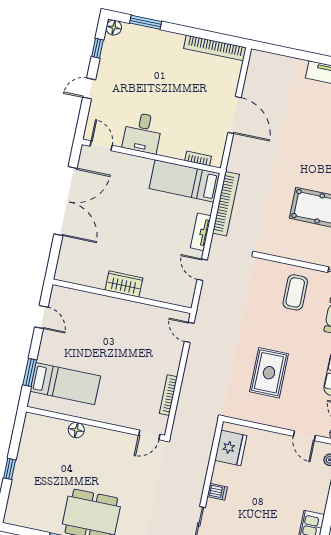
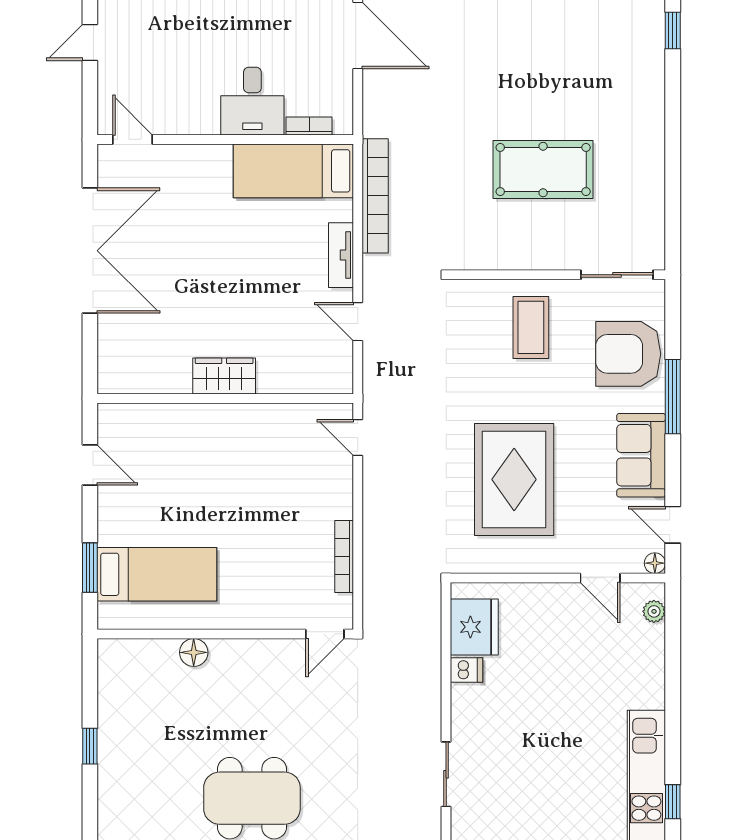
desk: (143, 133) -> (252, 101), moved
rug: (269, 373) -> (514, 479), width x1.37, depth x1.44
dishwasher: (217, 492) -> (466, 670), moved

